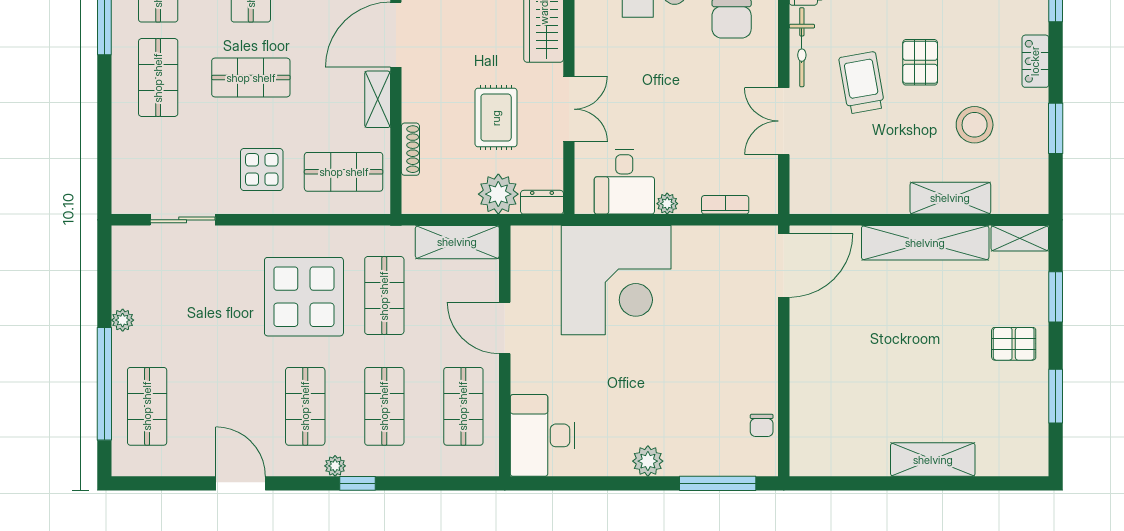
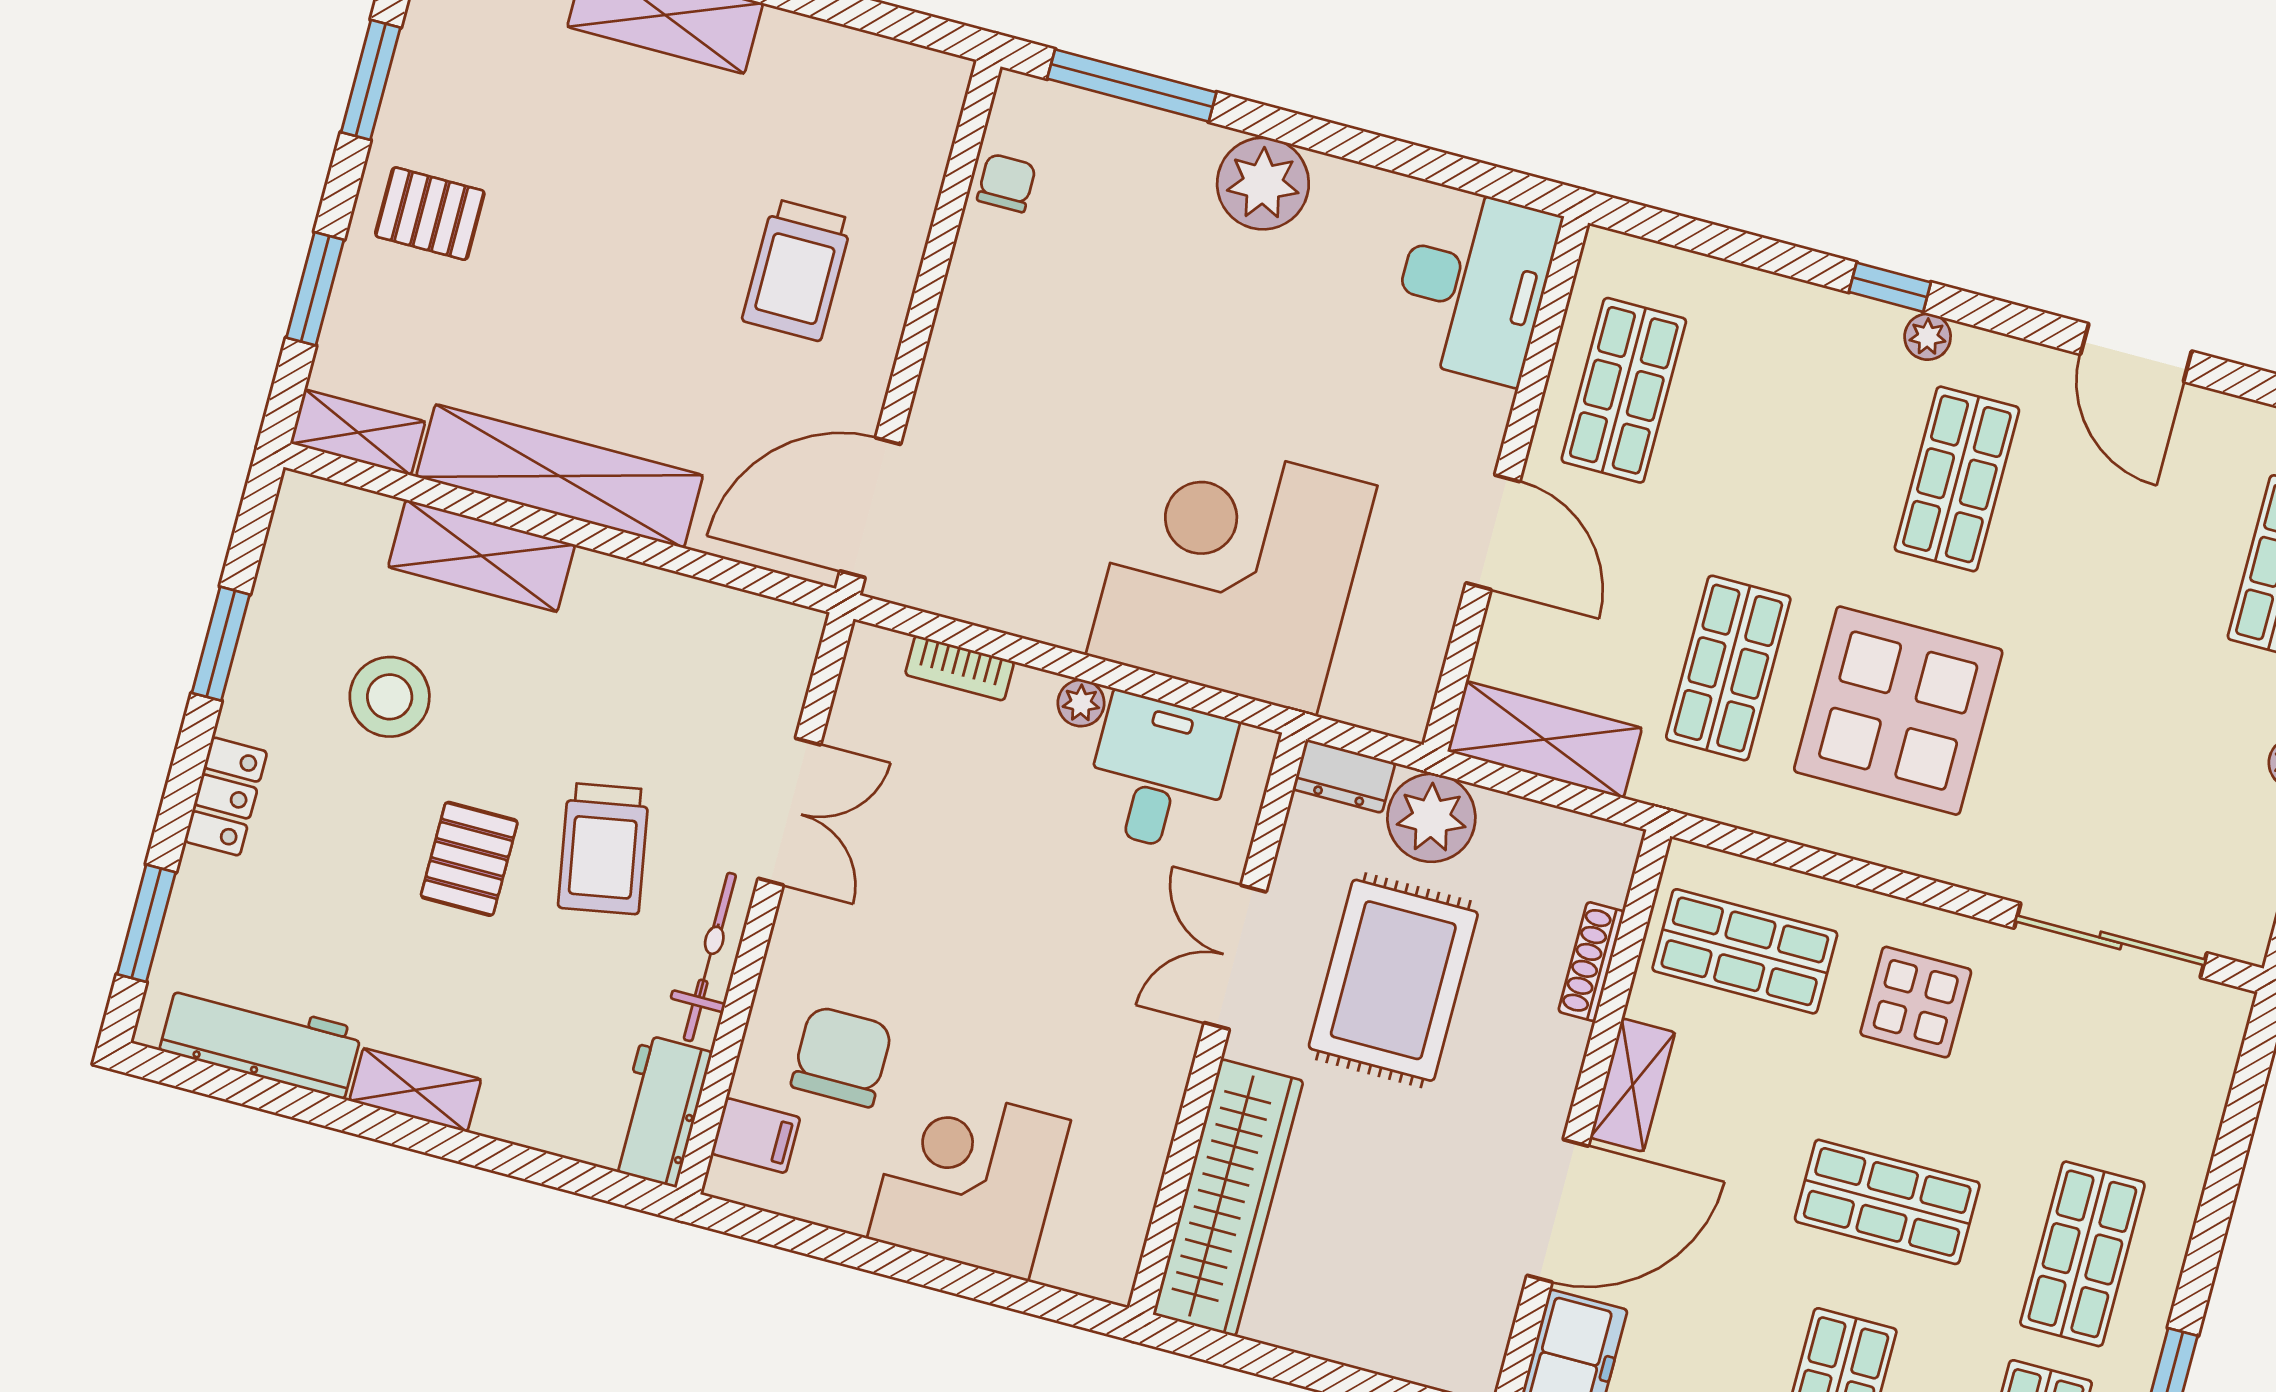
rug: (496, 118) -> (1393, 980), width x1.36, depth x1.43
sliding door: (183, 220) -> (2111, 940), width x1.37
trolley: (844, 362) -> (797, 270), added
shop shelf: (384, 406) -> (1790, 435), removed
plant: (648, 461) -> (1263, 184), width x1.36, depth x1.36

